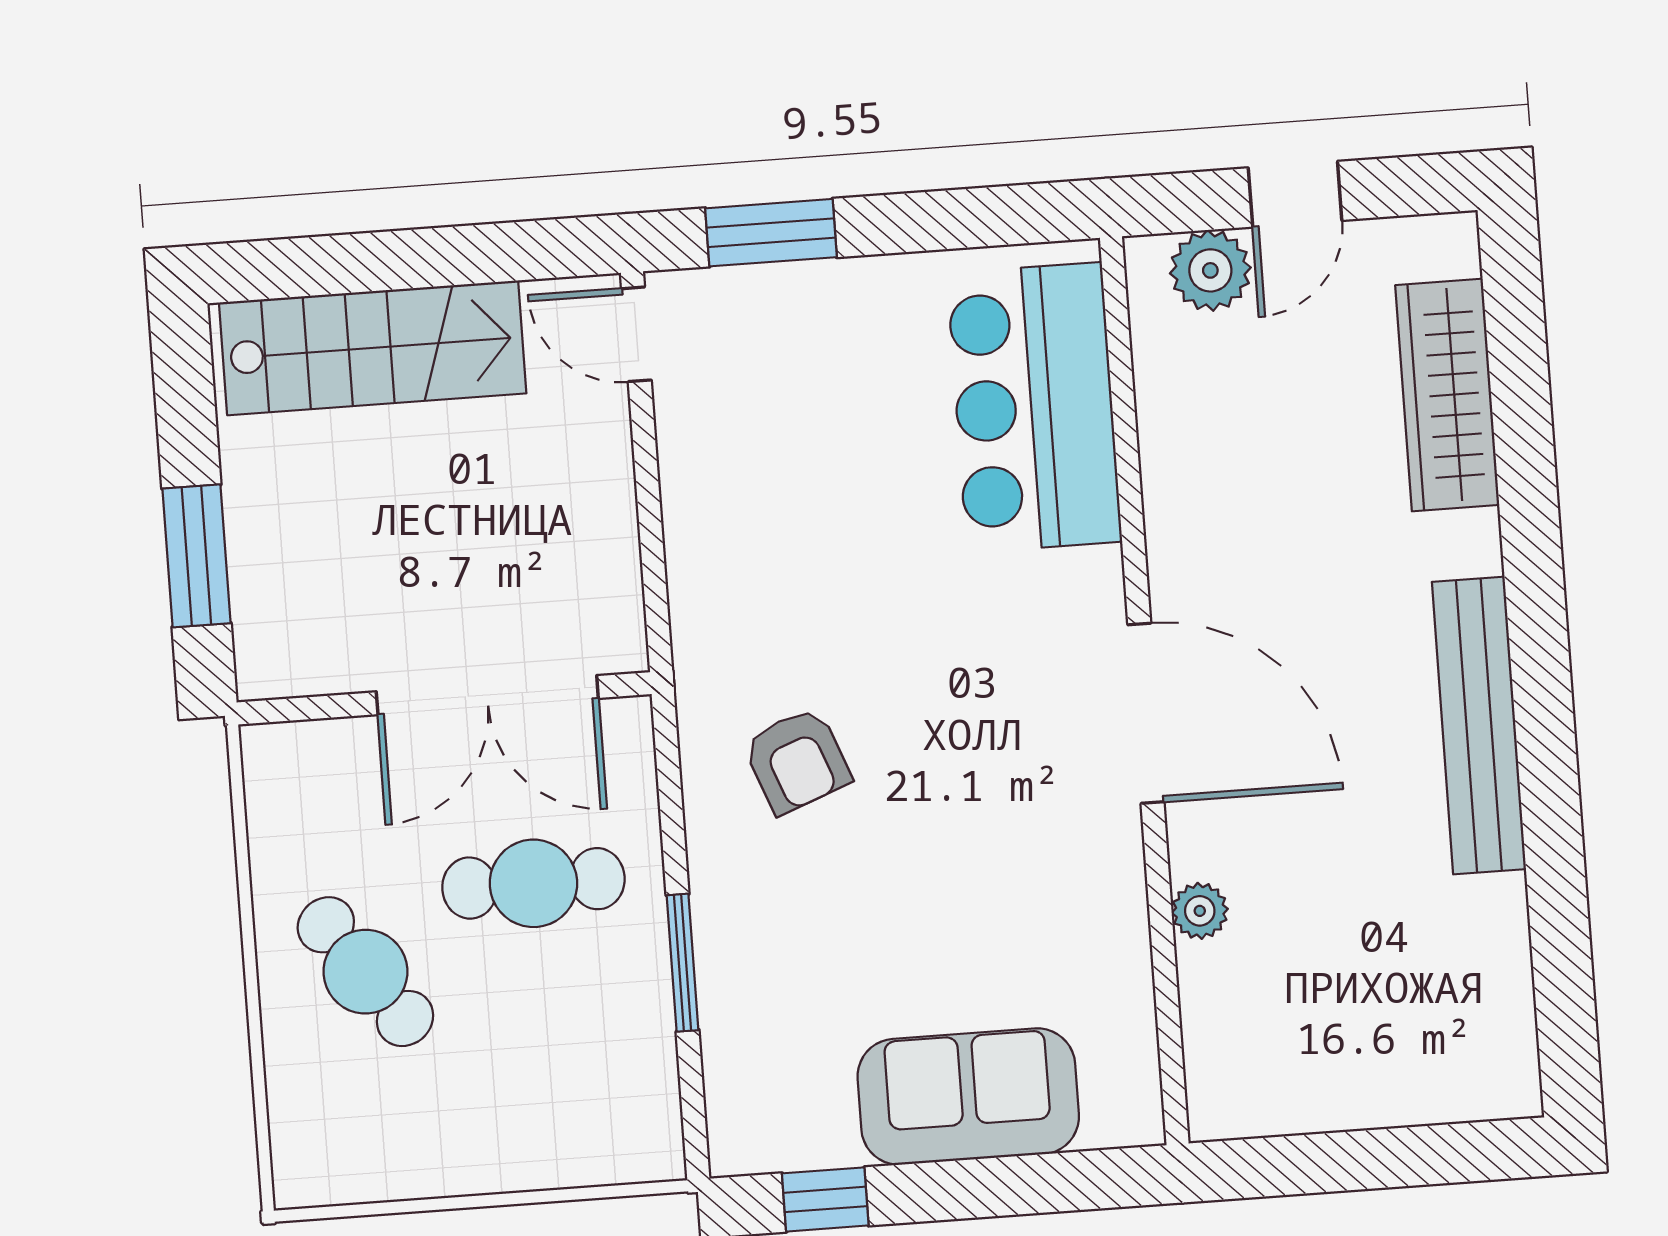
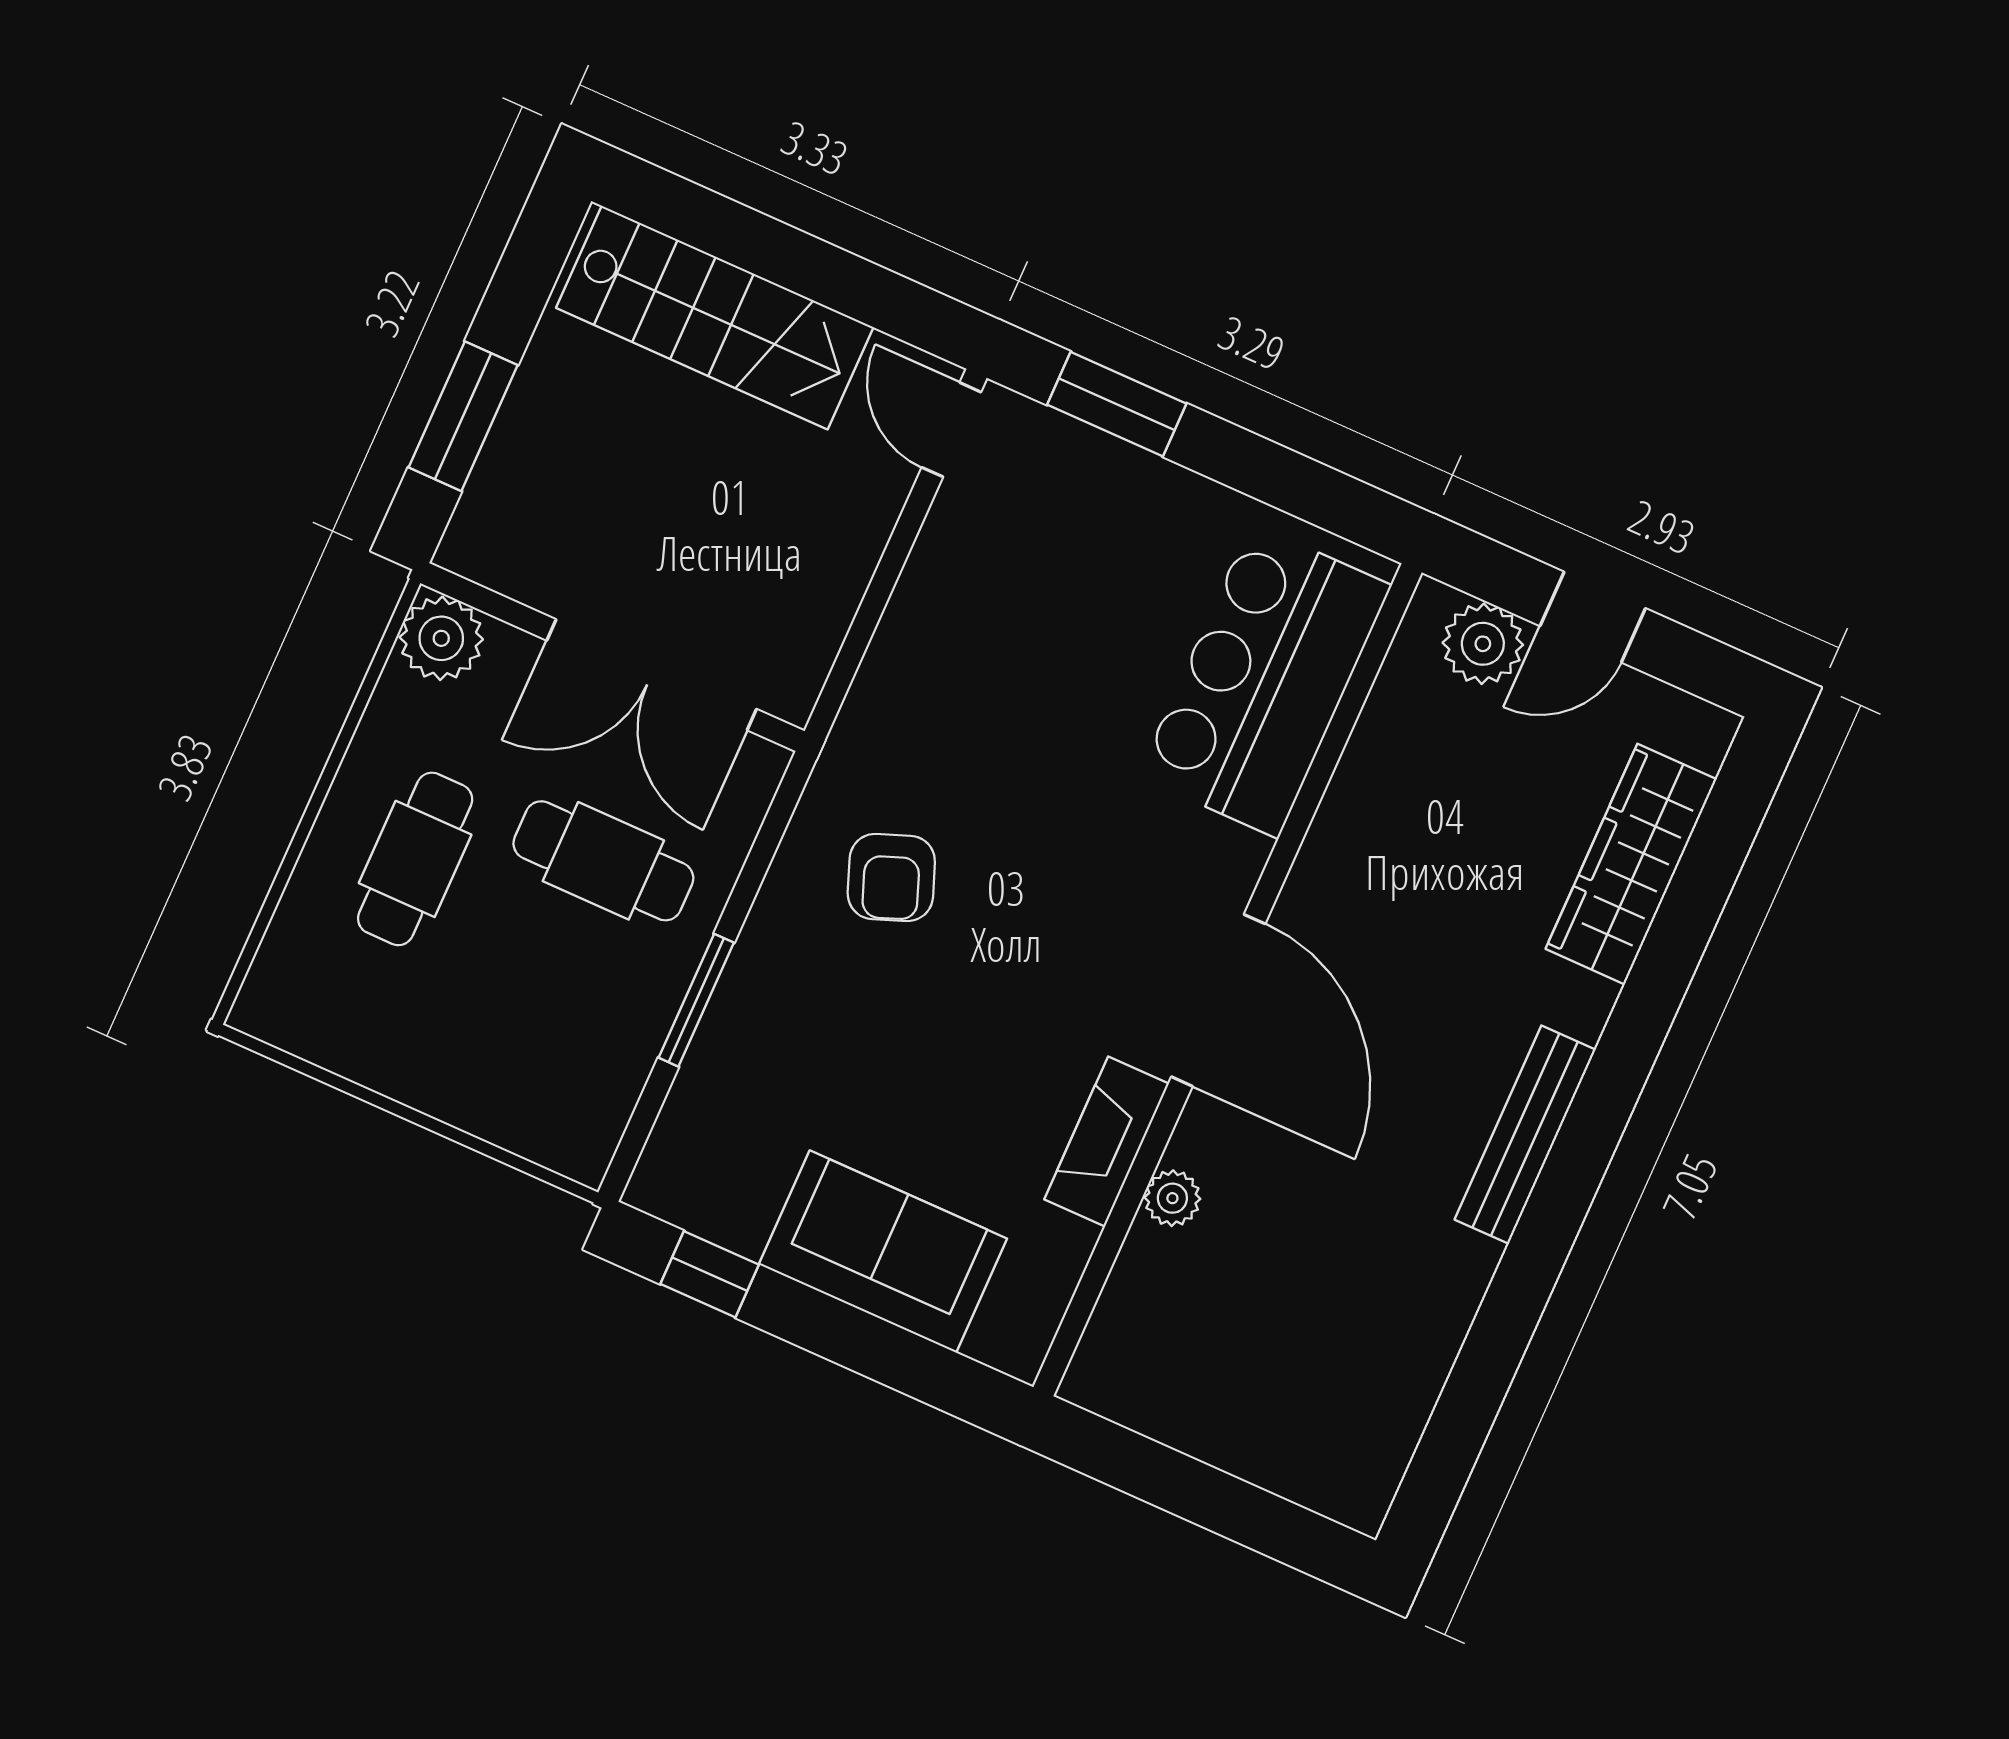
bench: (1479, 726) -> (1525, 1135), width x0.73, depth x0.82
plant: (283, 763) -> (441, 638), added
fireplace: (1114, 892) -> (1107, 1142), added
cafe table: (365, 972) -> (415, 859), turned 36

